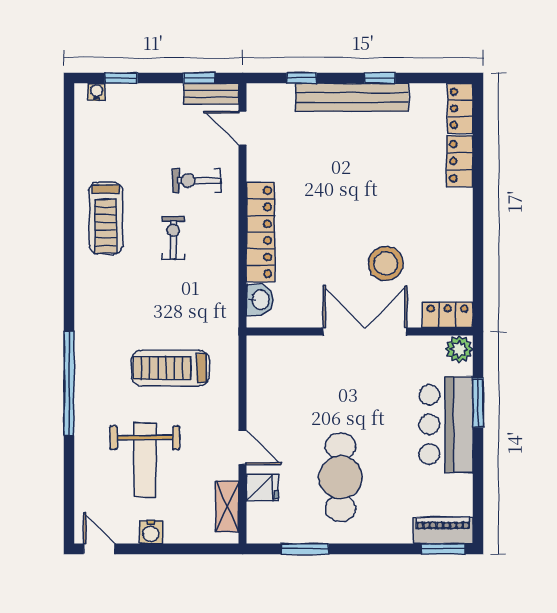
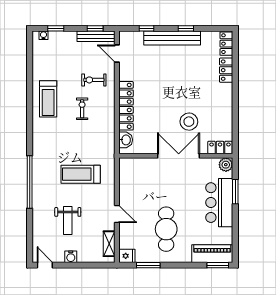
bench: (211, 94) -> (96, 36), width x1.36
weight bench: (145, 460) -> (68, 220), width x0.73, depth x0.75
fridge: (262, 488) -> (127, 256), moved
piano: (443, 530) -> (212, 254), width x1.37, depth x1.33

